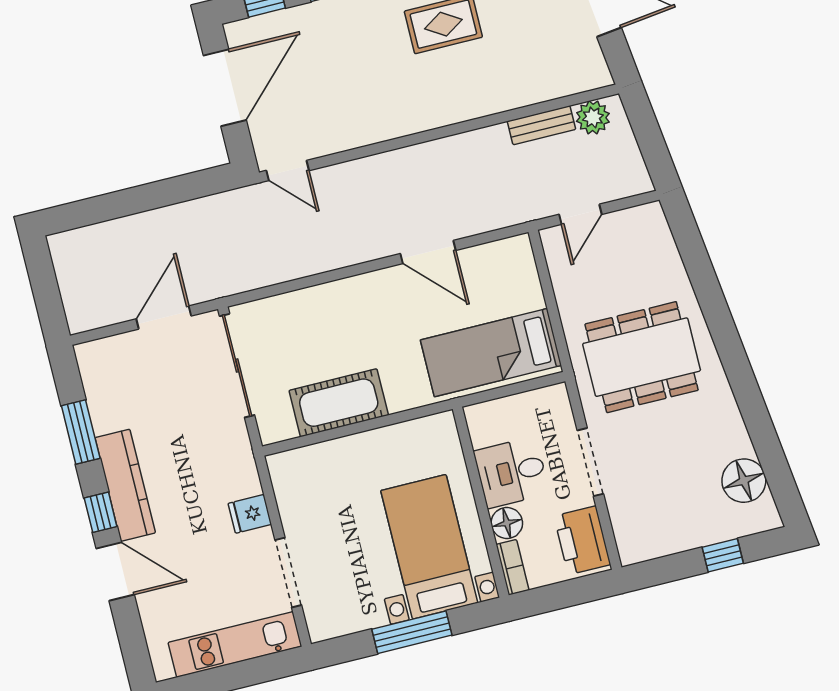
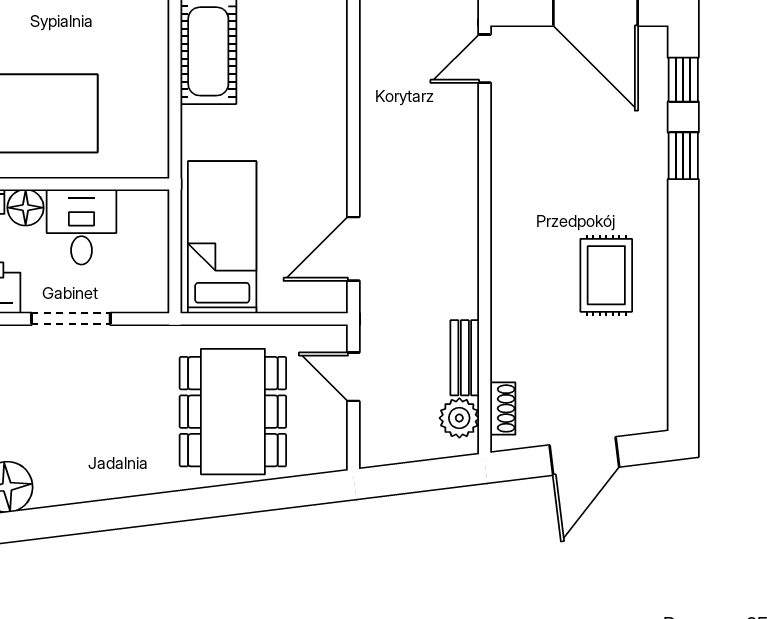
shoe rack: (576, 83) -> (503, 408), added
door: (428, 252) -> (353, 249), moved
dining table: (642, 357) -> (233, 412), moved

